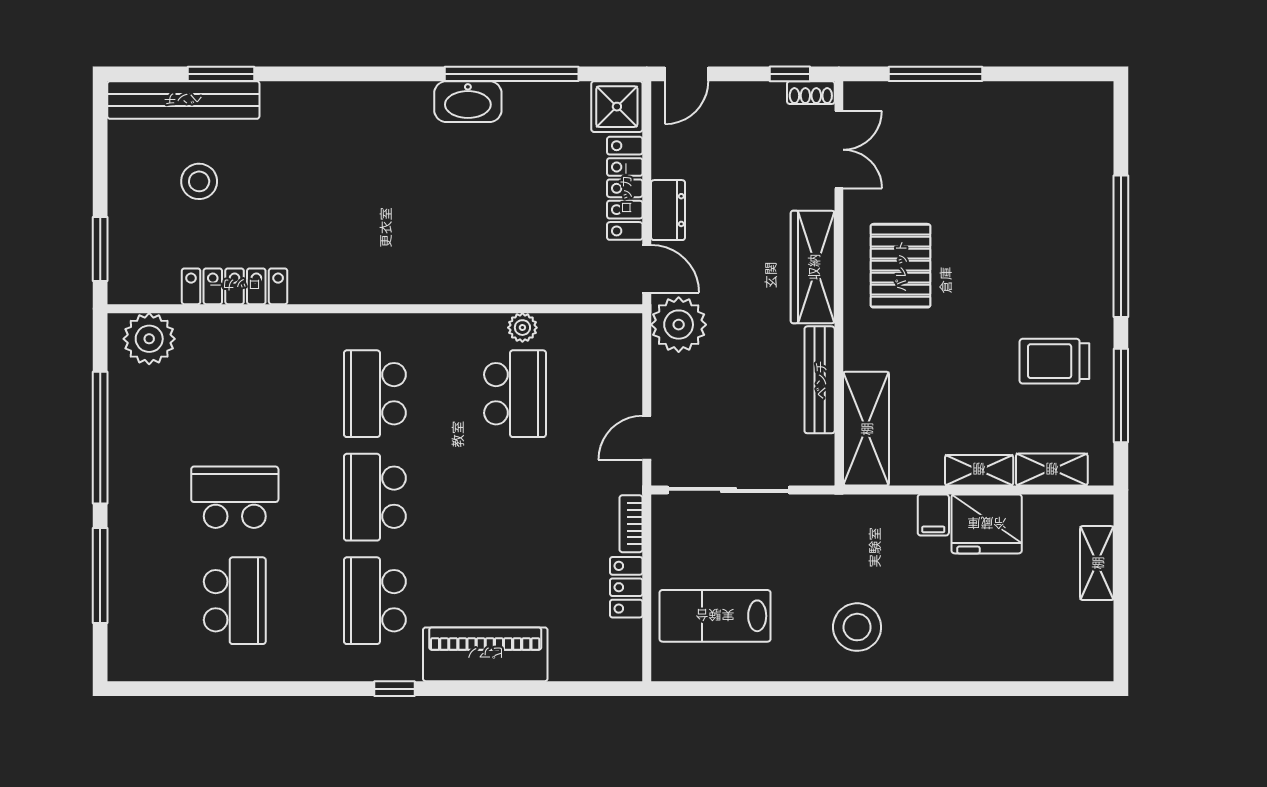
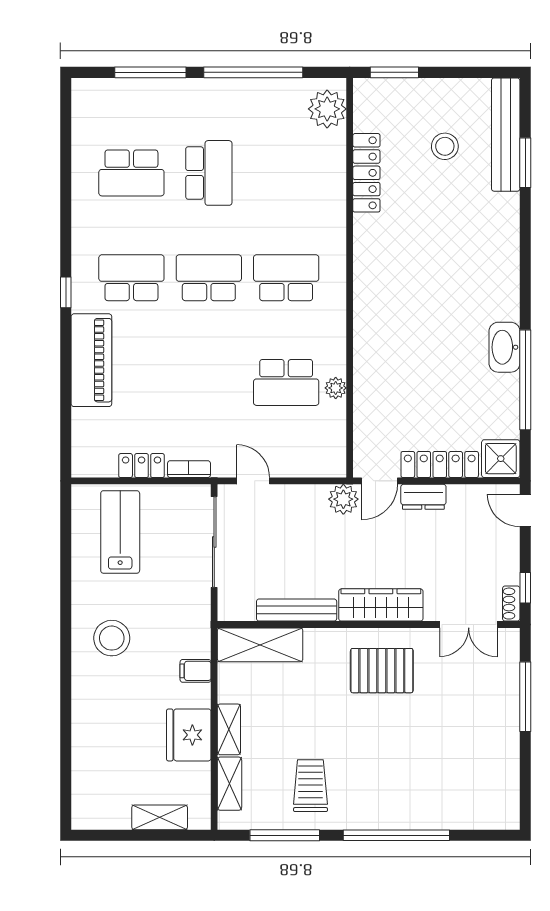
plant: (679, 325) -> (343, 499), width x0.73, depth x0.73
filing cabinet: (933, 515) -> (196, 671), moved

